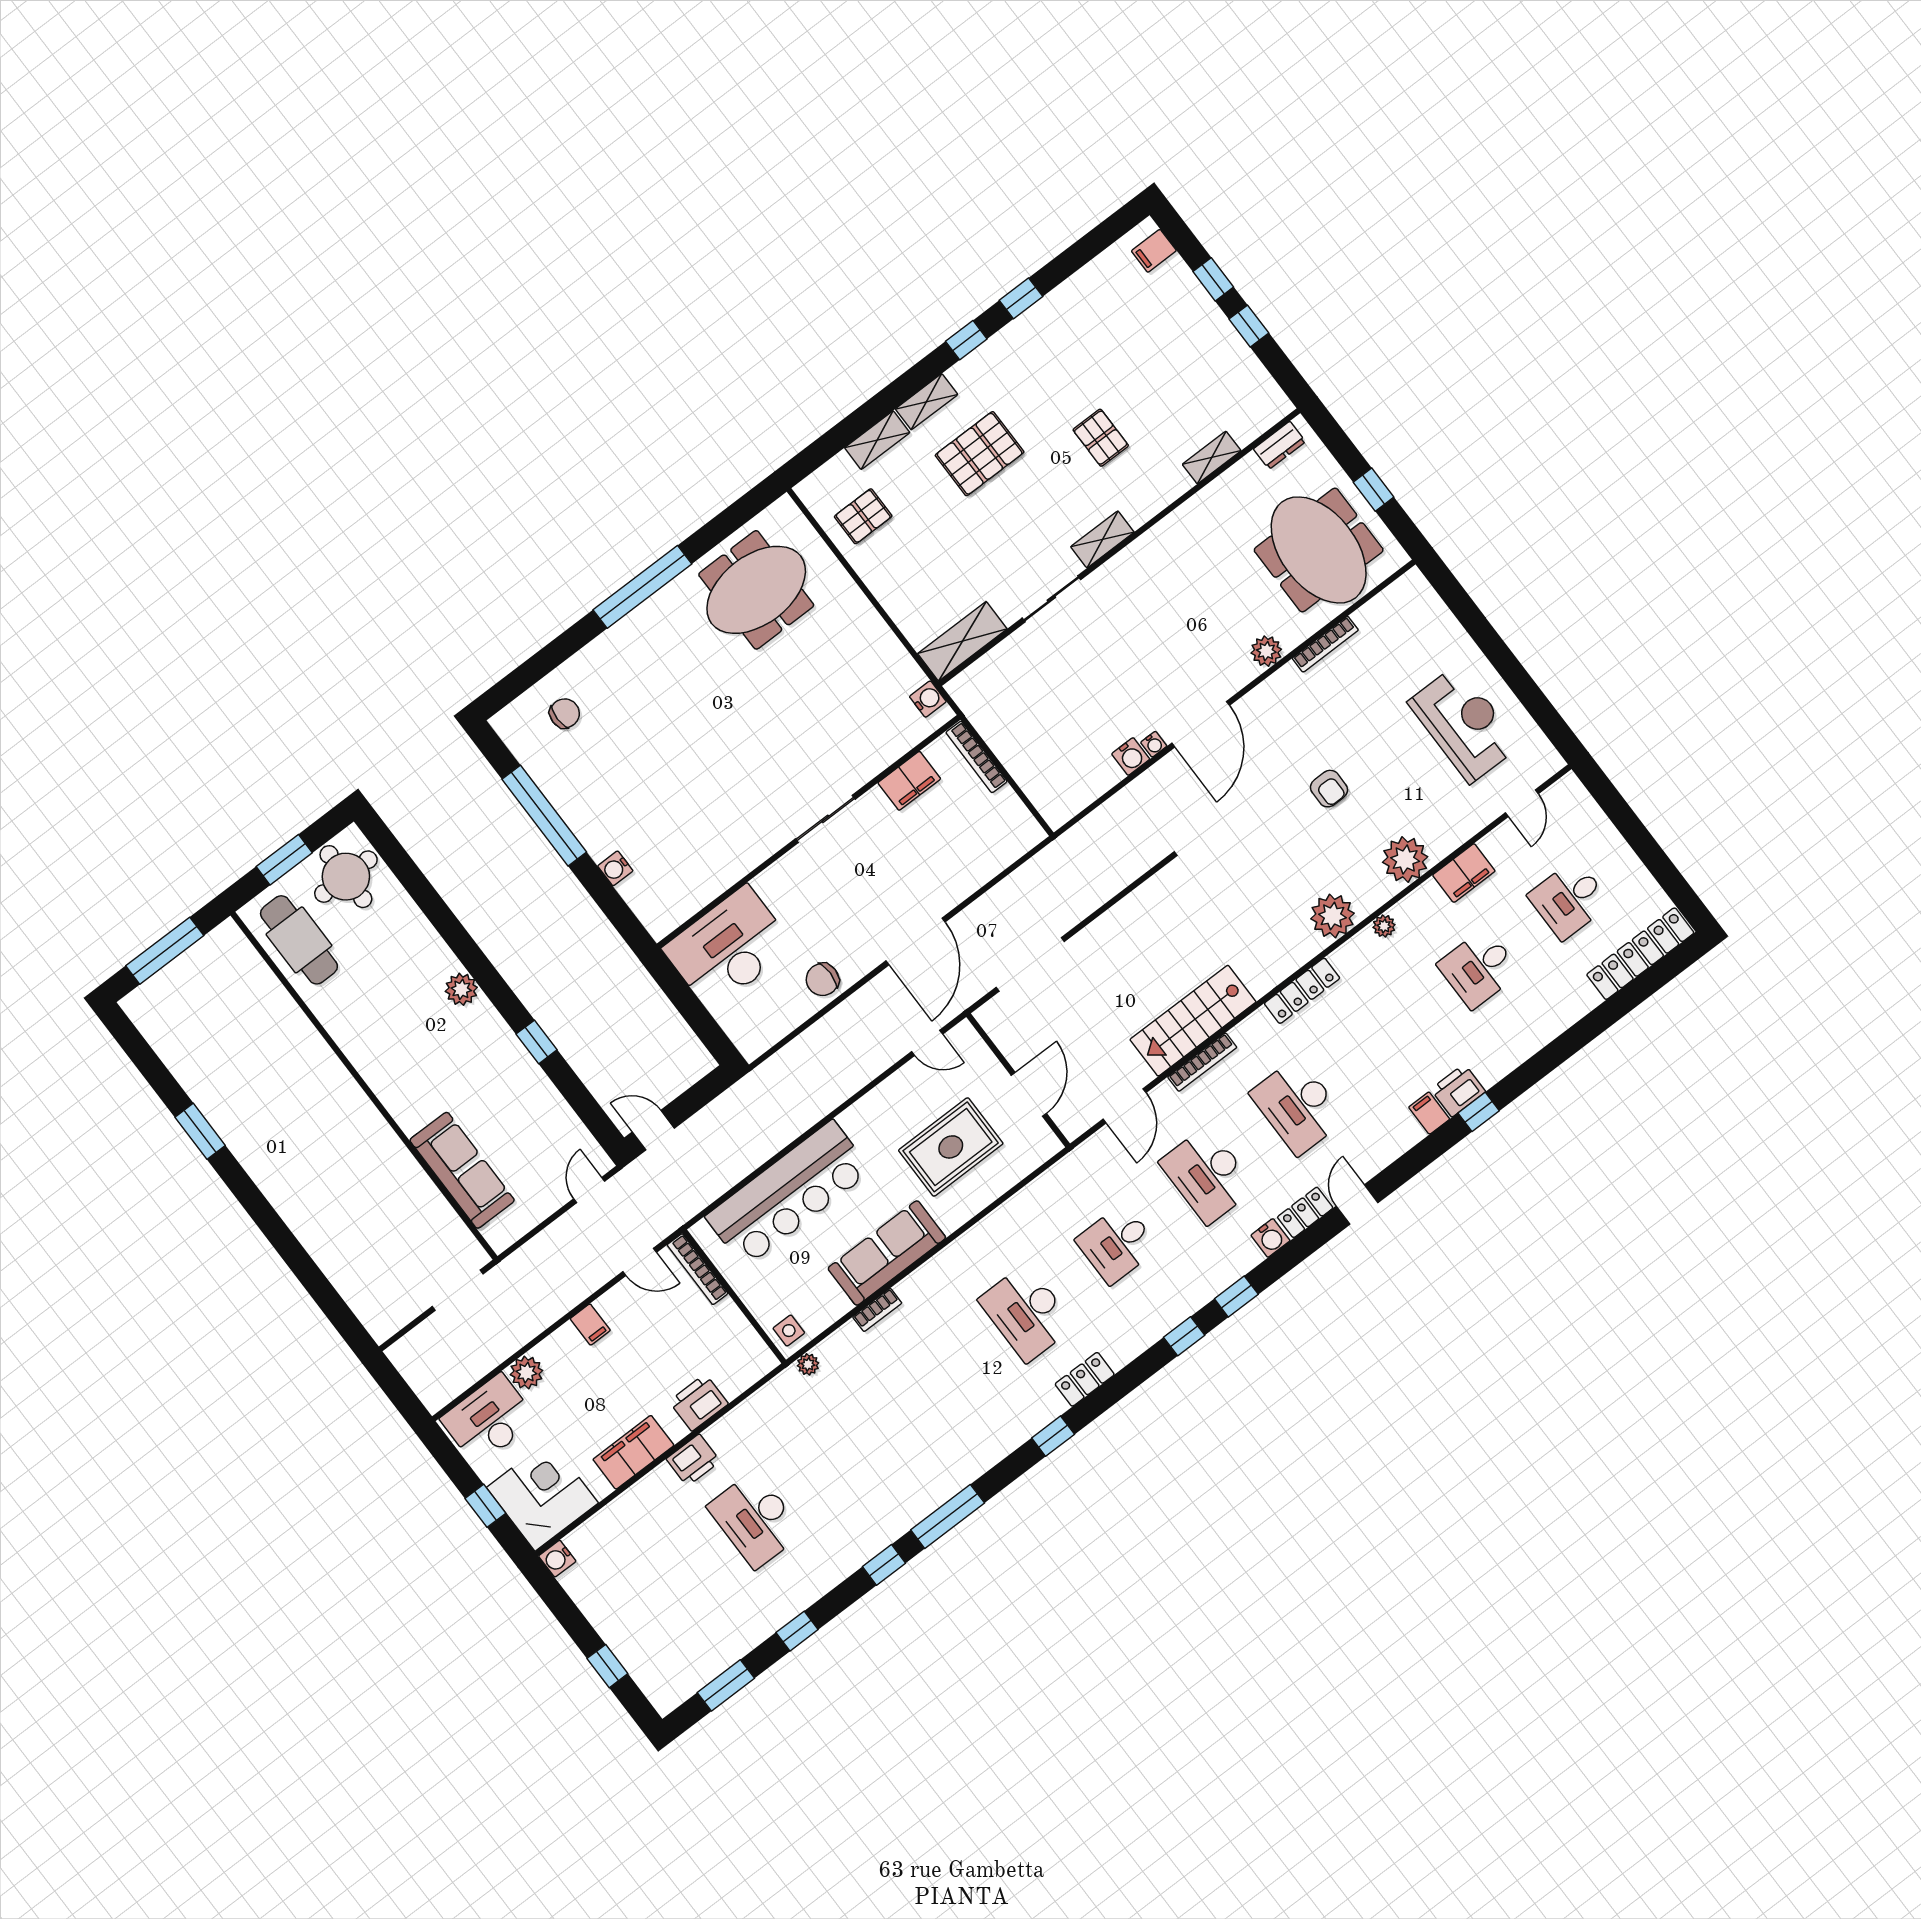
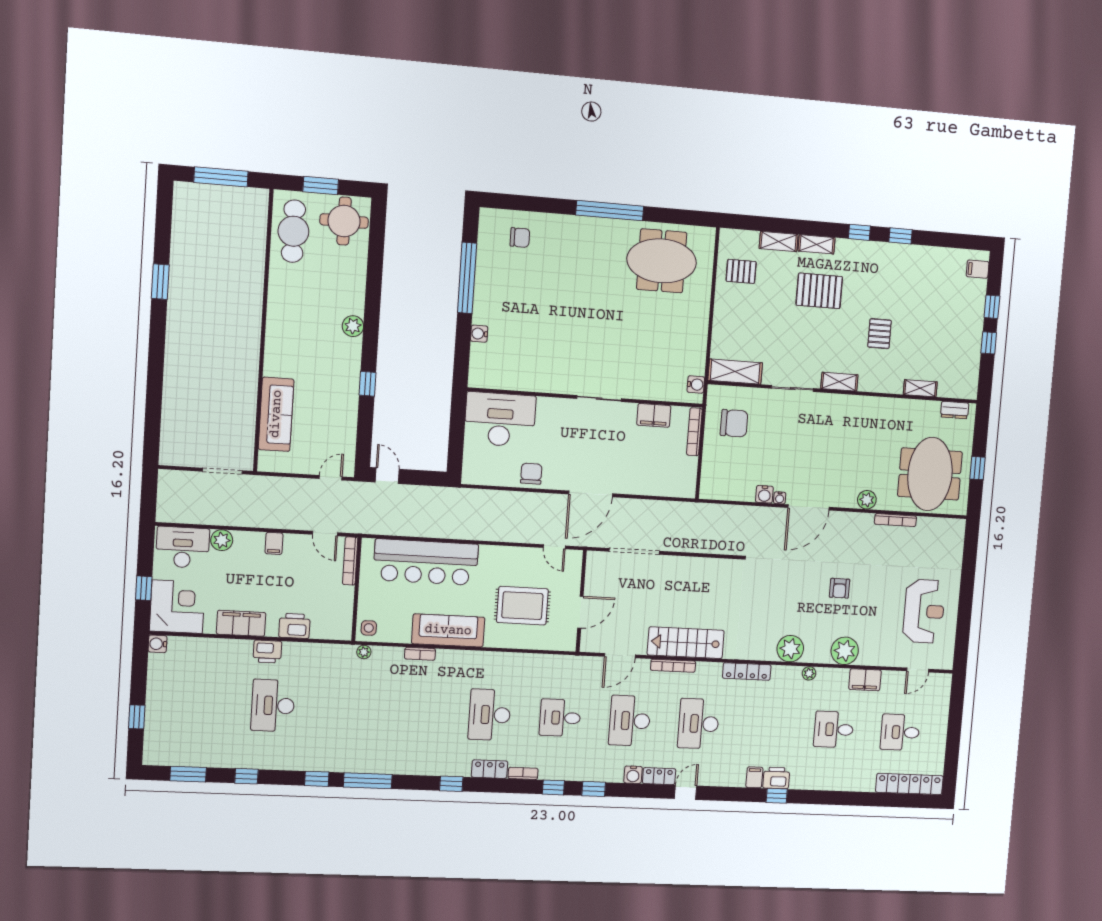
chair: (1016, 704) -> (734, 423), added
chair: (822, 979) -> (531, 474), turned 90
bookcase: (1131, 1350) -> (523, 773), added

